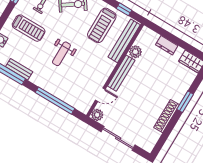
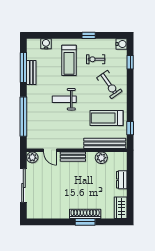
bench: (121, 73) -> (73, 157), width x0.73
shoe rack: (167, 116) -> (85, 214), moved

